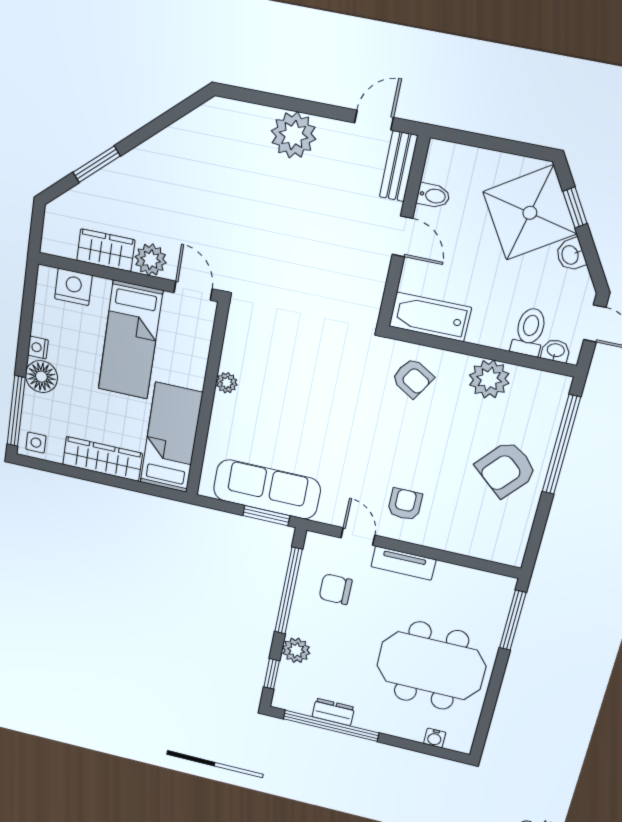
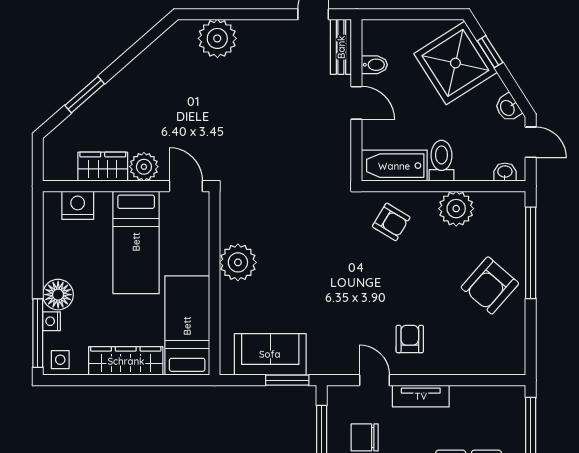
plant: (294, 135) -> (217, 38), moved
washbasin: (571, 255) -> (508, 108), moved
toilet: (529, 332) -> (442, 161), moved
nightstand: (38, 348) -> (52, 321), moved
plant: (227, 383) -> (238, 262), width x1.87, depth x1.87
sofa: (267, 489) -> (270, 354), width x0.73

